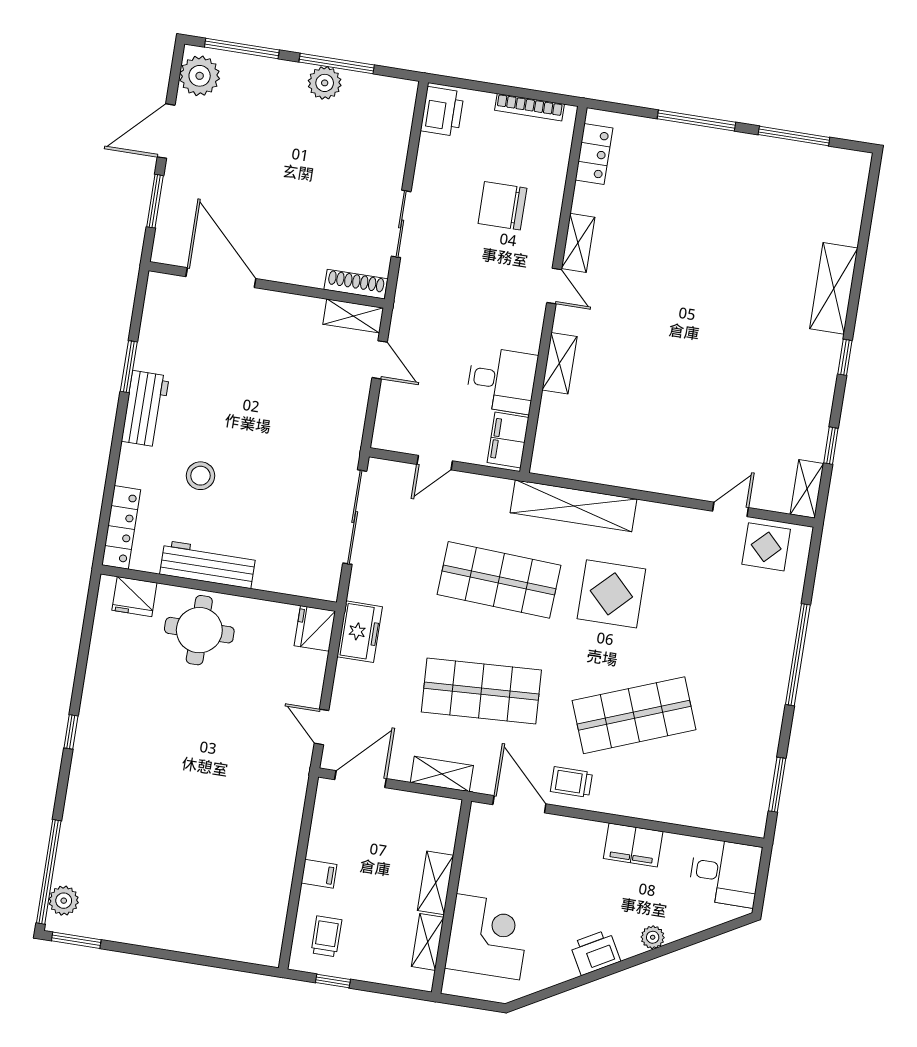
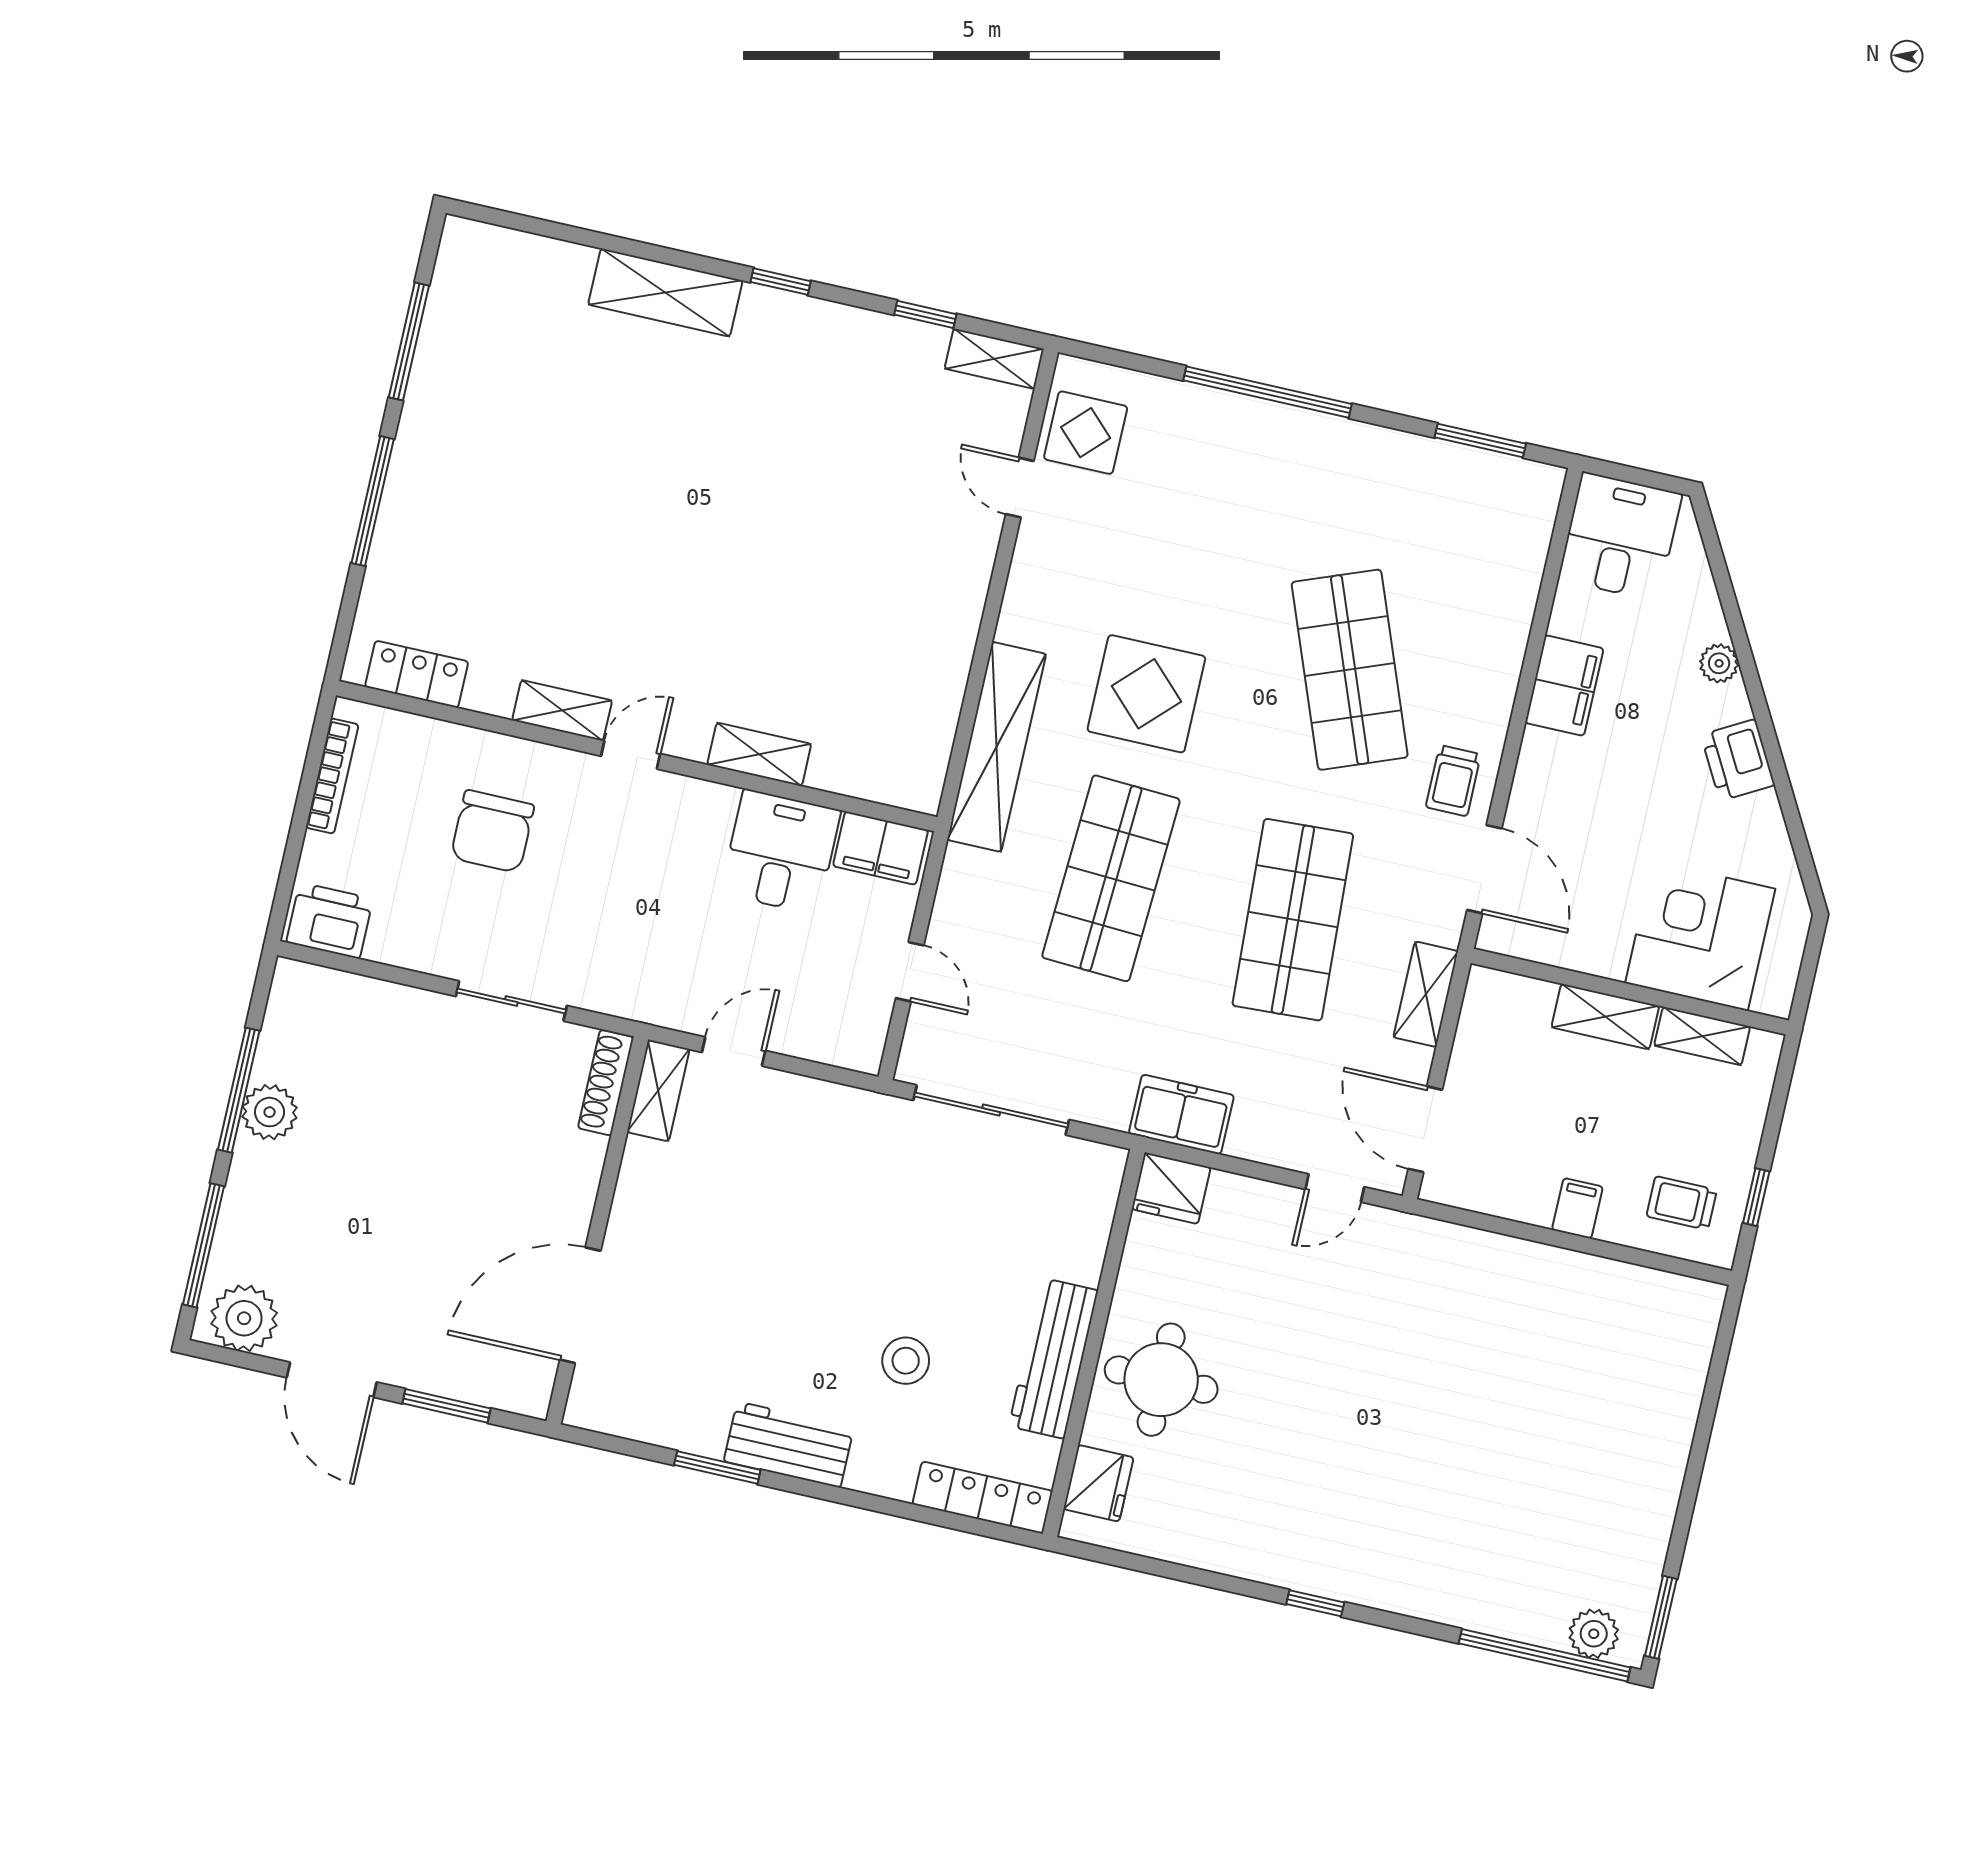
door: (519, 804) -> (1484, 869), swing flipped

